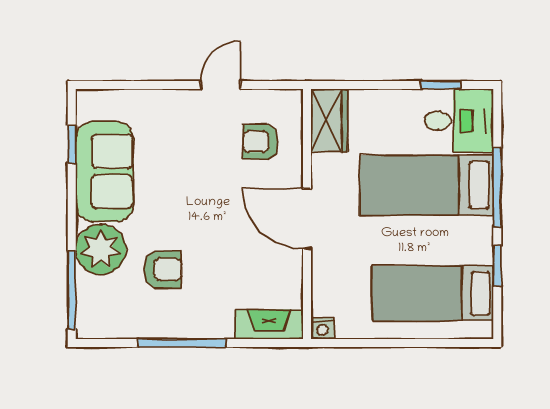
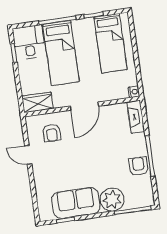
armchair: (163, 270) -> (138, 166), moved

